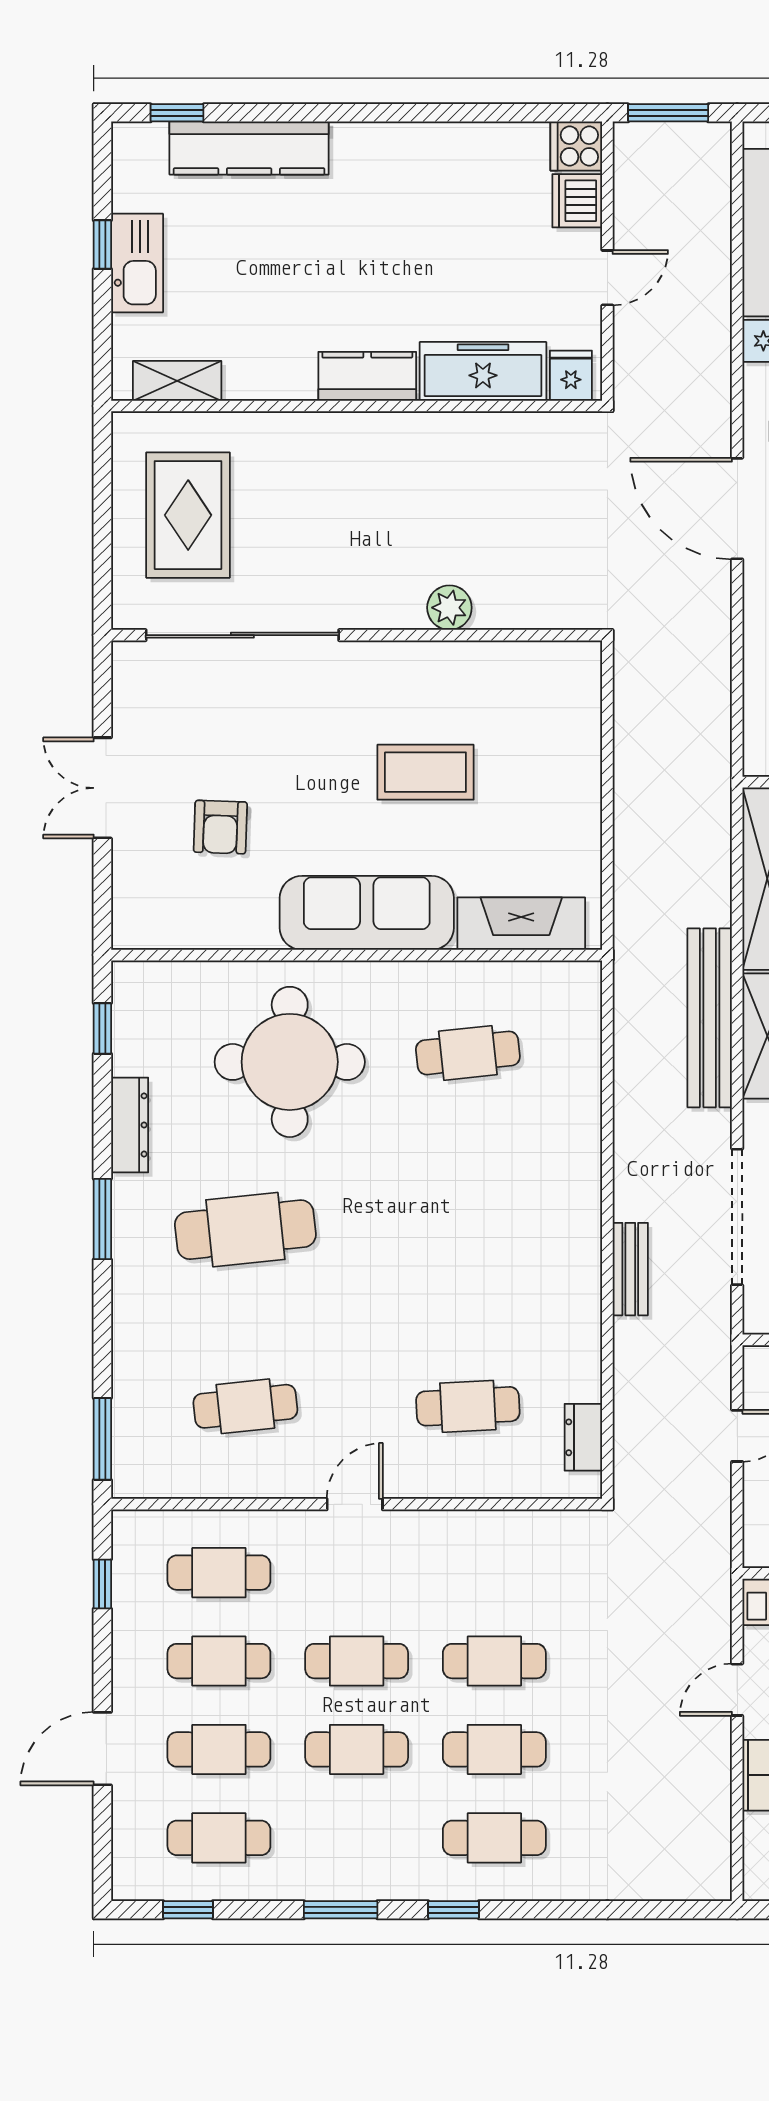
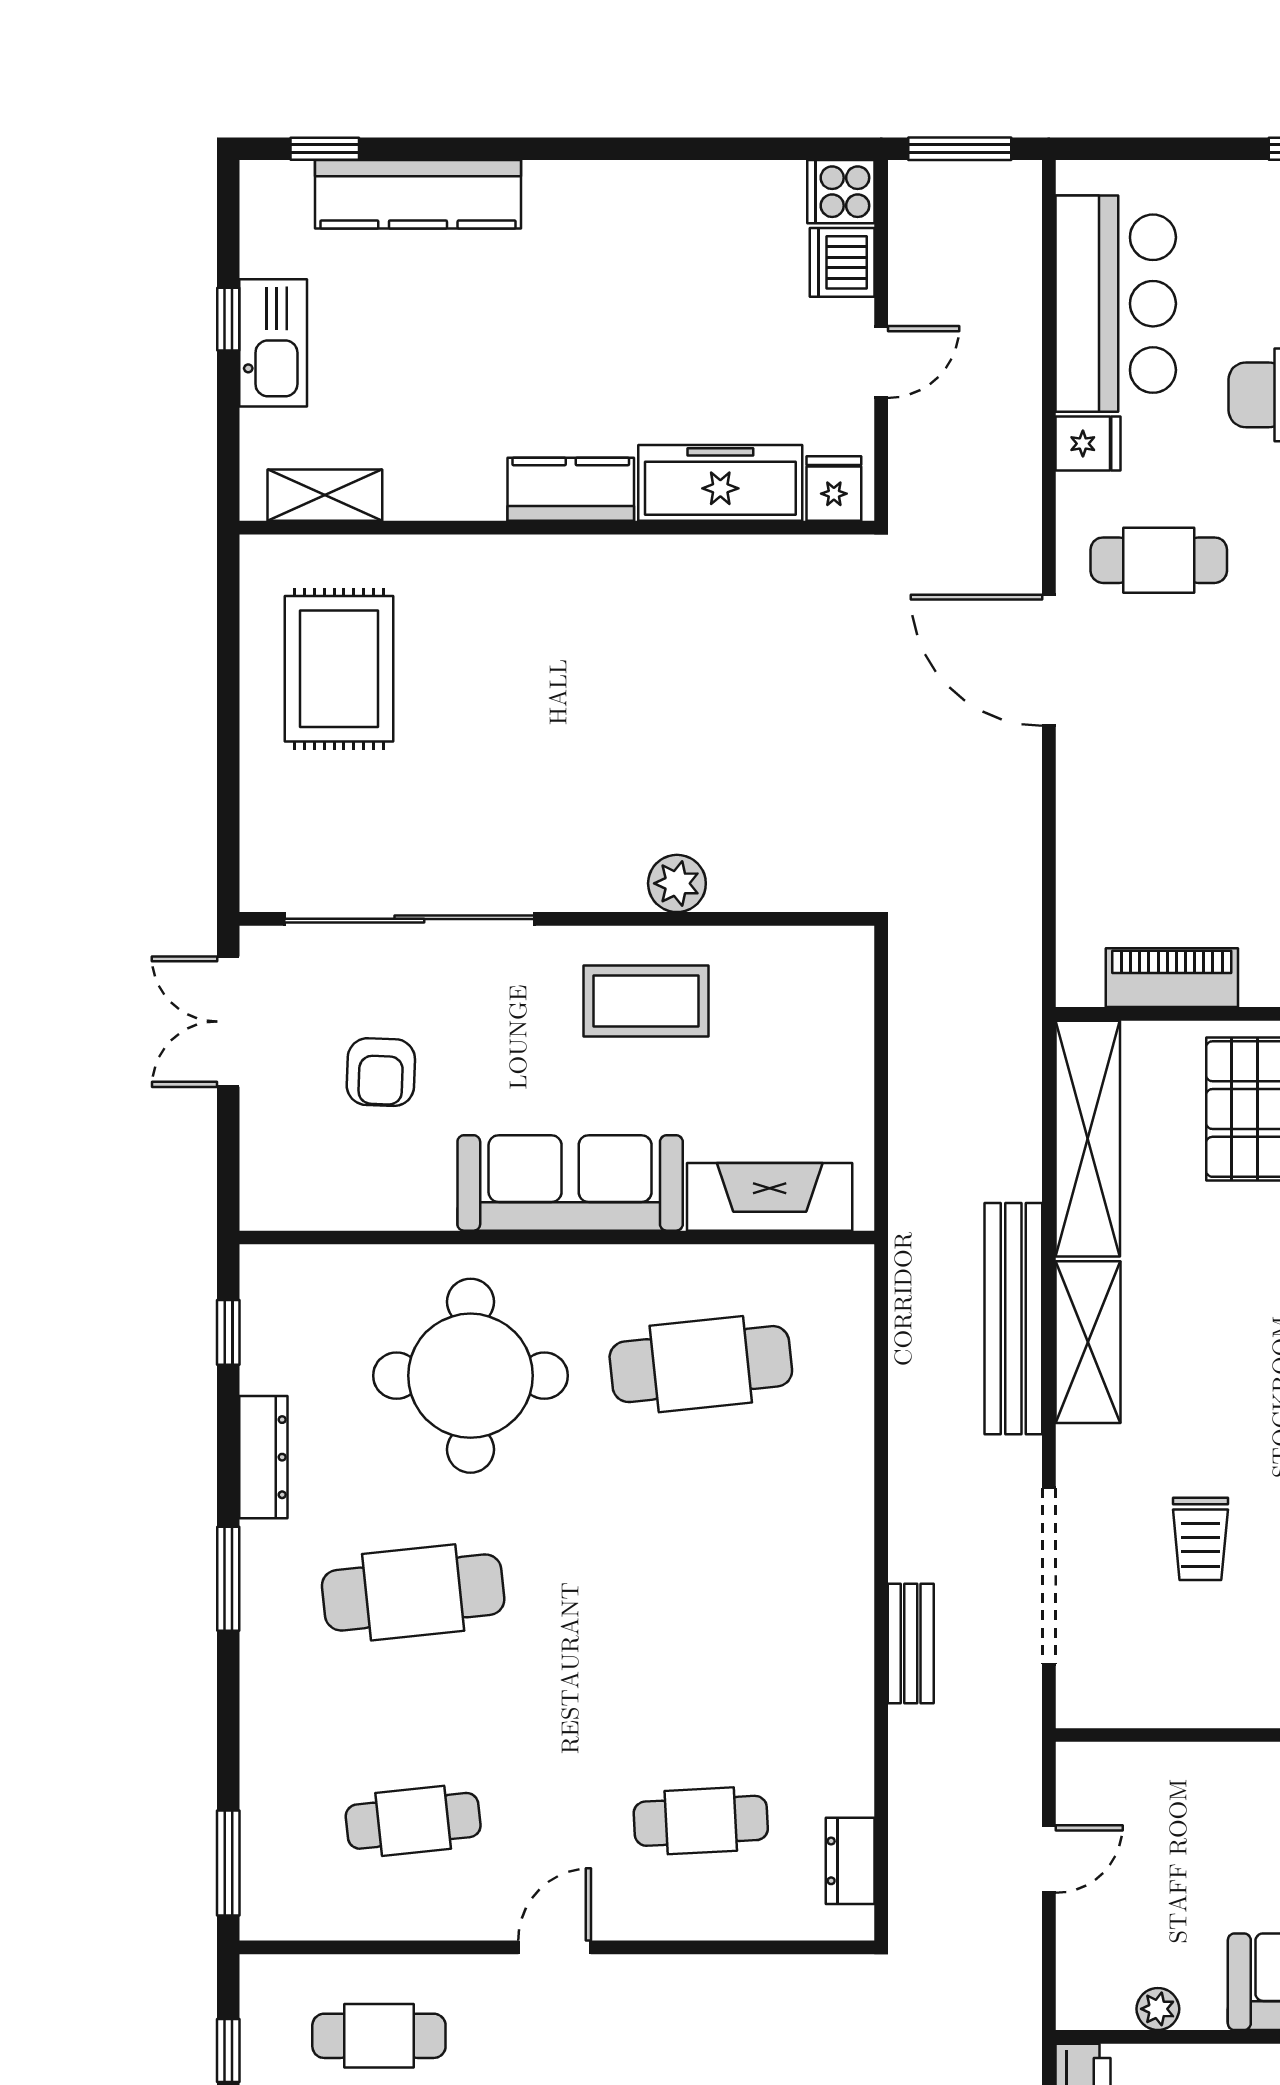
plant: (449, 608) -> (677, 883), moved
sliding door: (242, 635) -> (409, 919), moved
wall: (357, 635) -> (557, 919), moved
cafe table: (468, 1053) -> (701, 1364), width x1.37, depth x1.35

